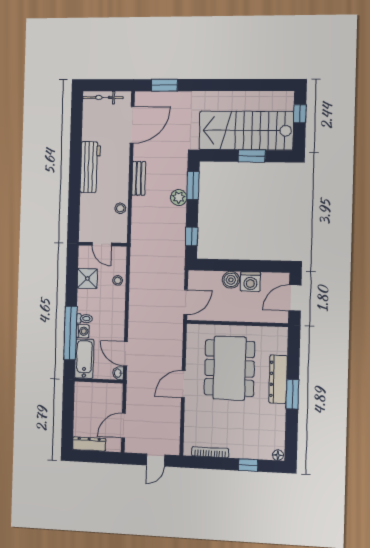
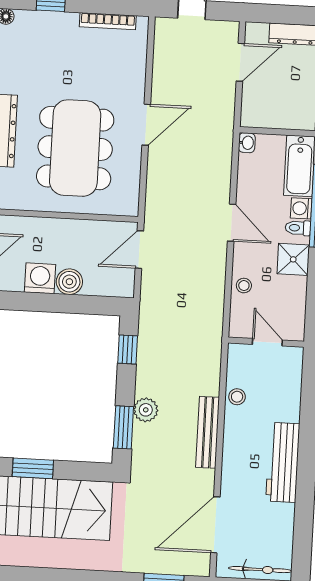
bench: (139, 178) -> (208, 432), width x1.36
shower: (87, 278) -> (293, 259), moved
door: (126, 354) -> (232, 223), moved

